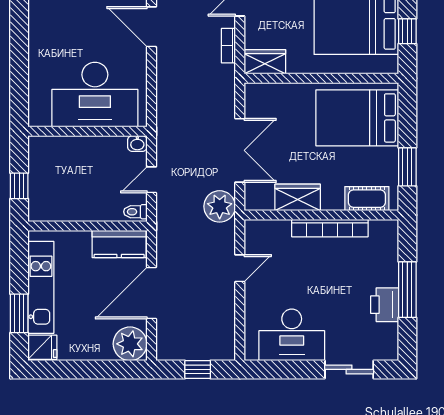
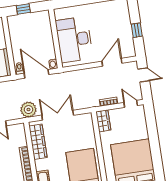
double door: (240, 150) -> (58, 115), swing flipped
door: (151, 180) -> (37, 74), width x1.88
wardrobe: (298, 197) -> (38, 142), width x1.50

